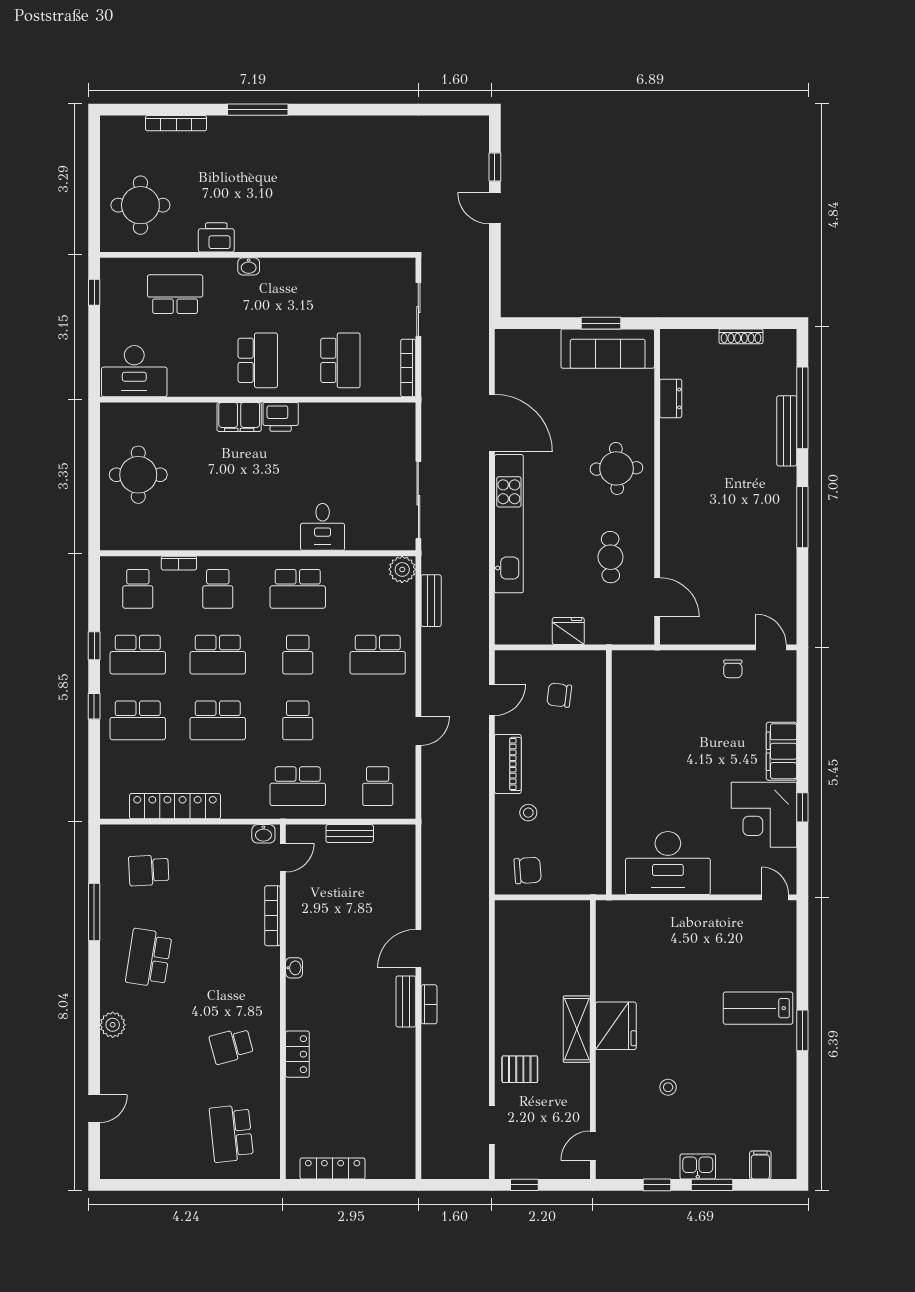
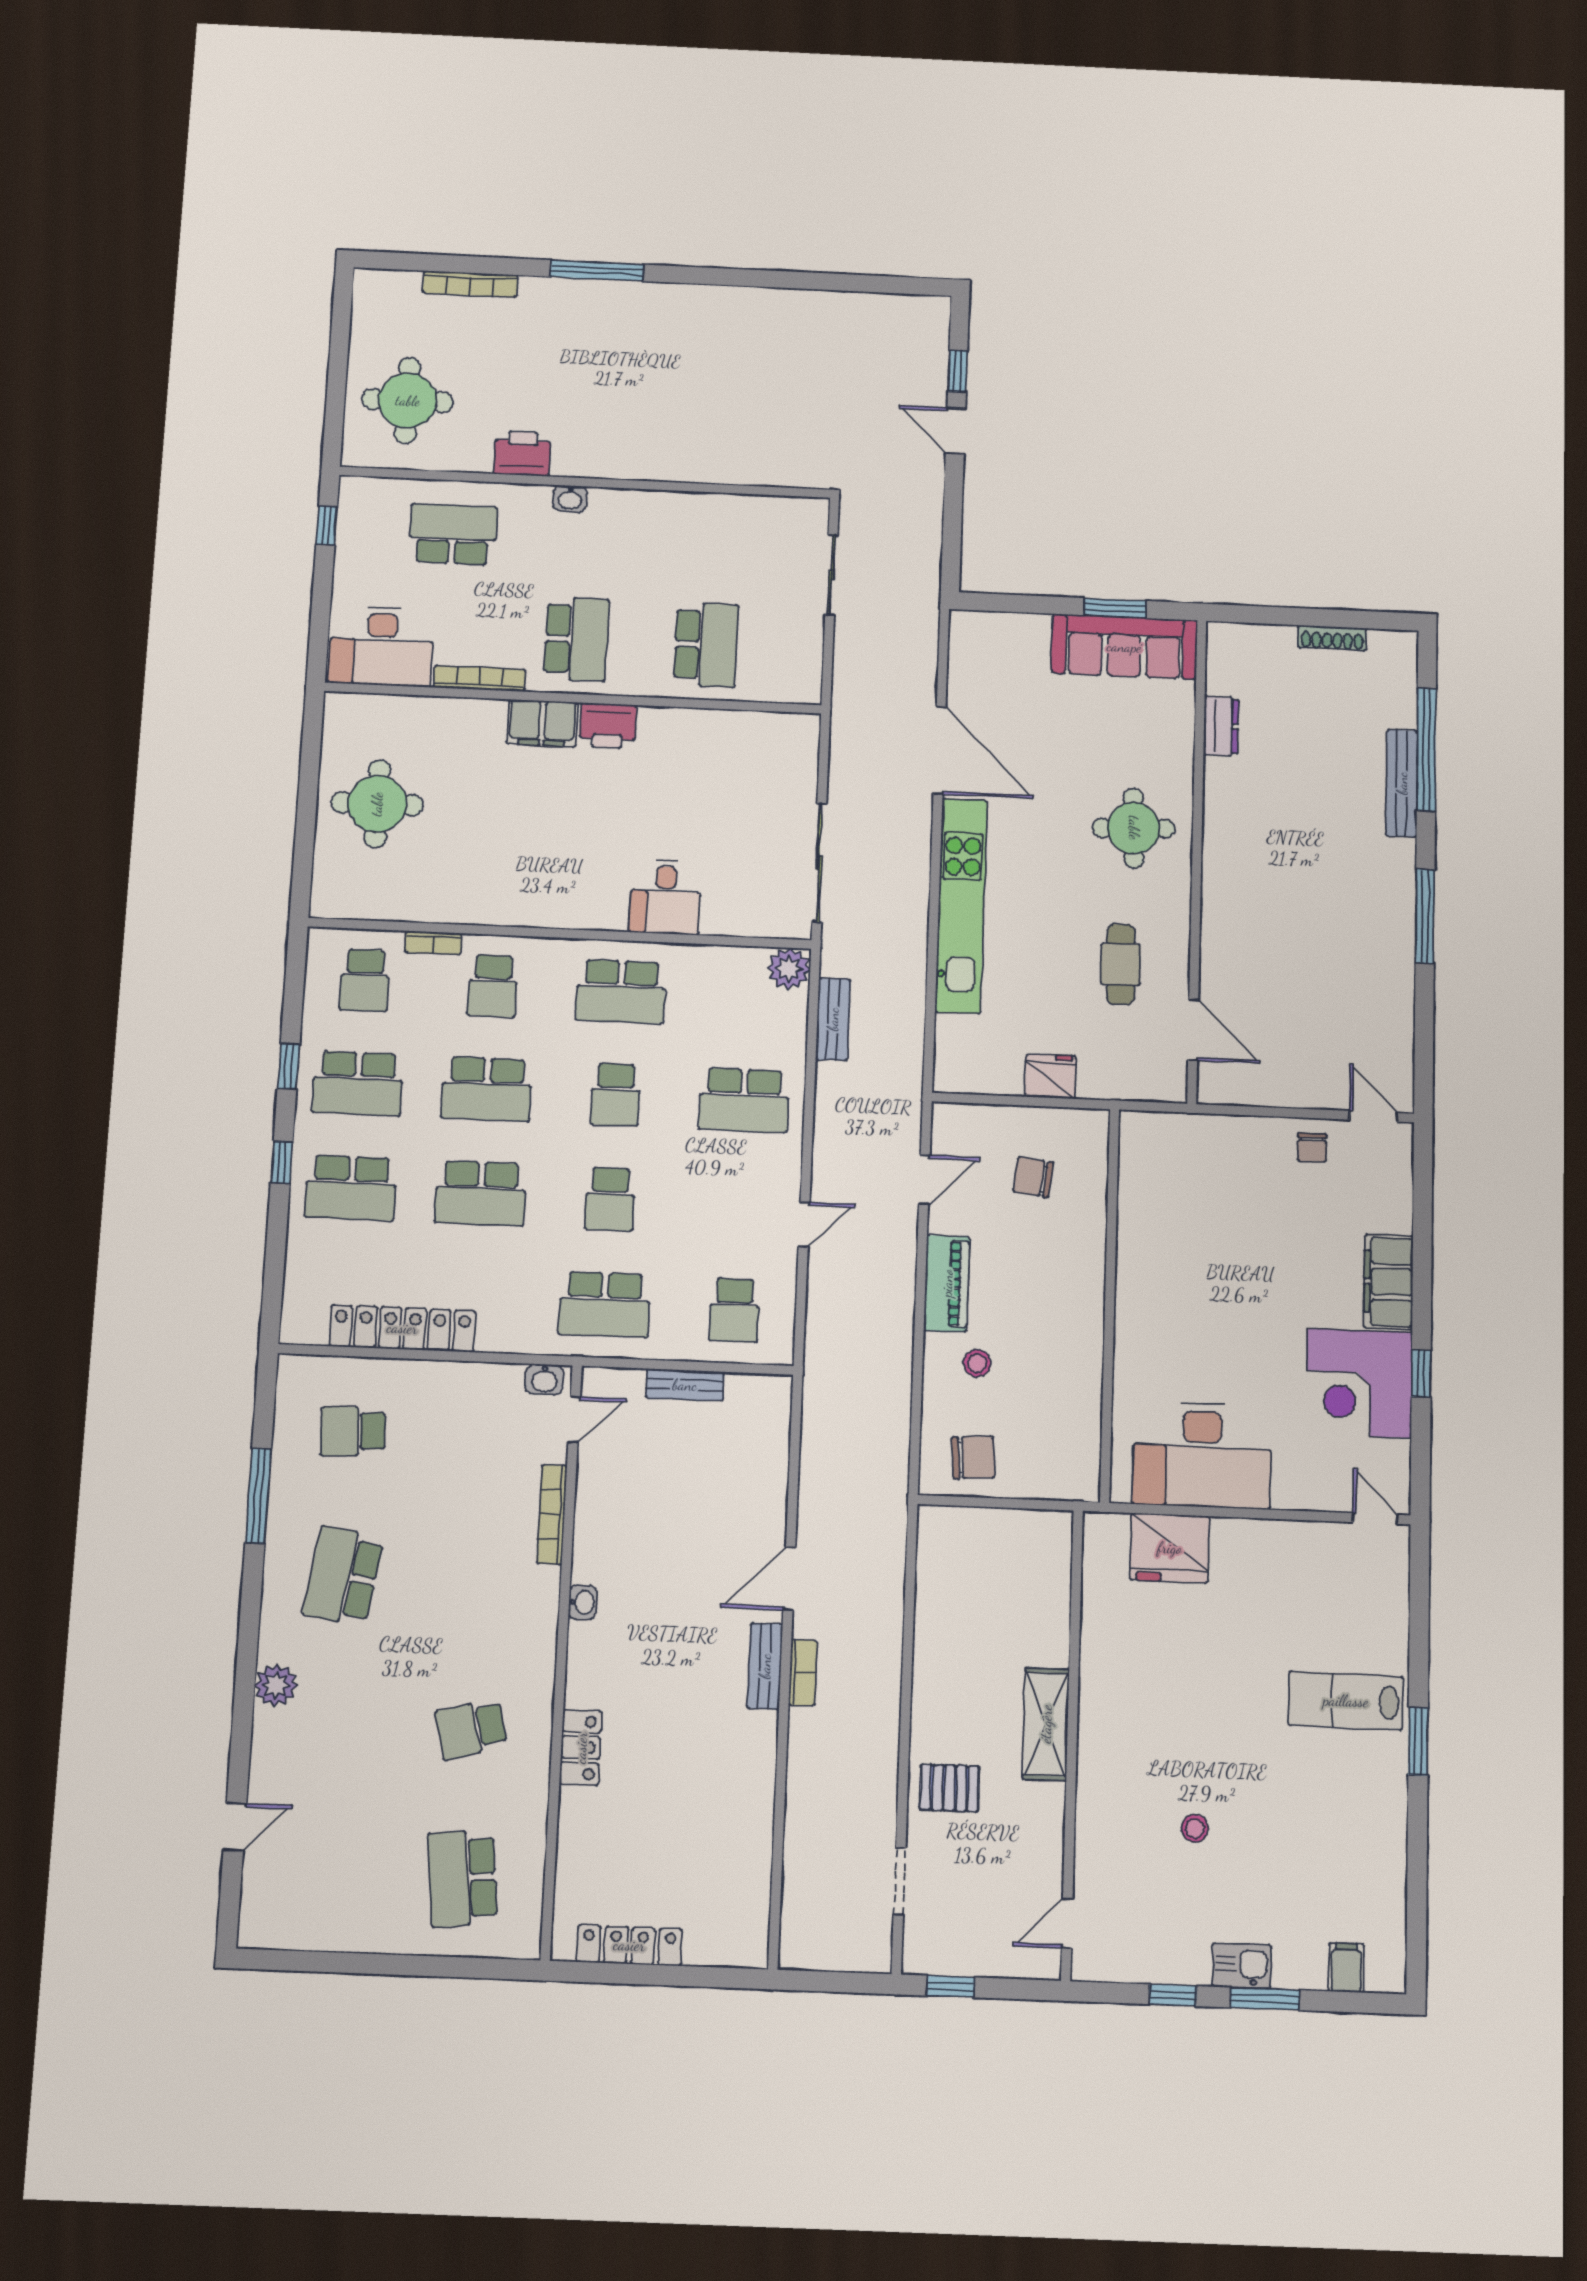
bookcase: (408, 368) -> (479, 678), moved, turned 90
fridge: (616, 1026) -> (1170, 1548), moved, turned 90

